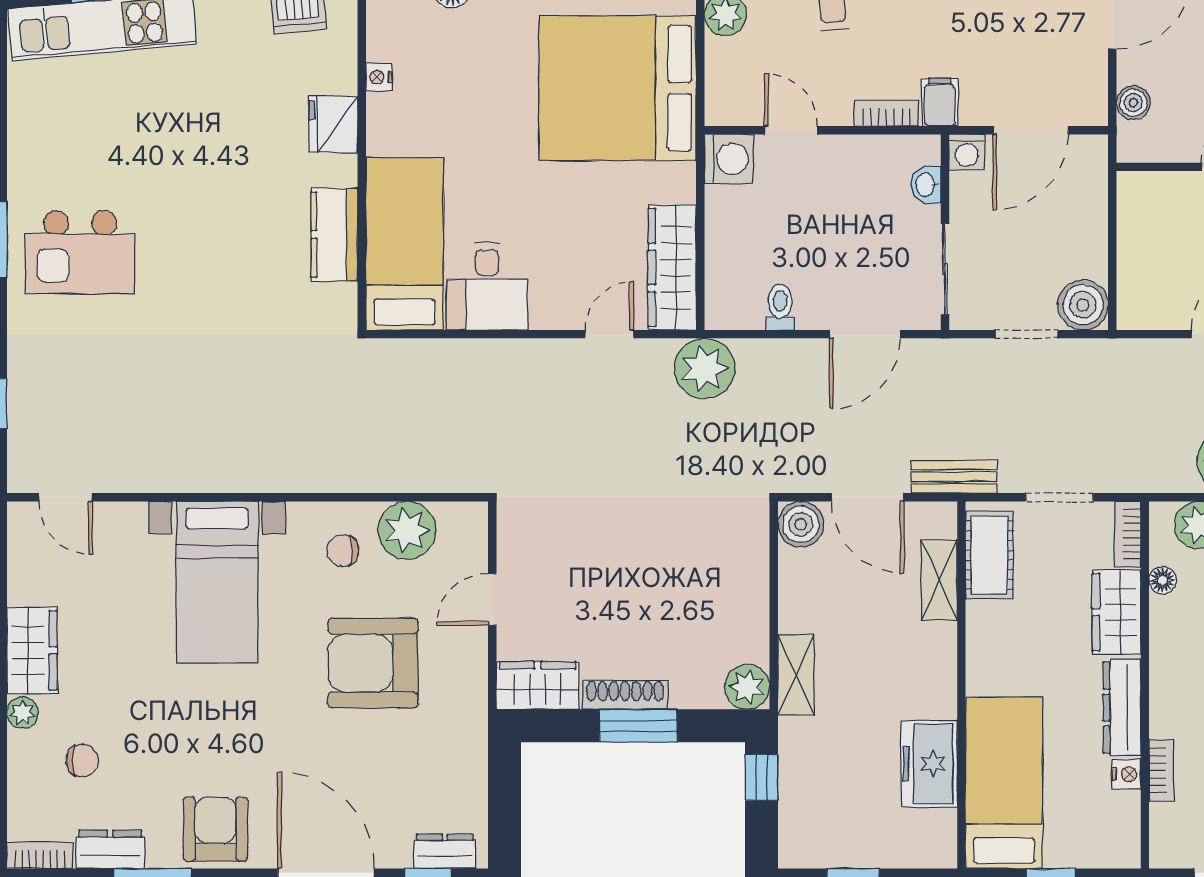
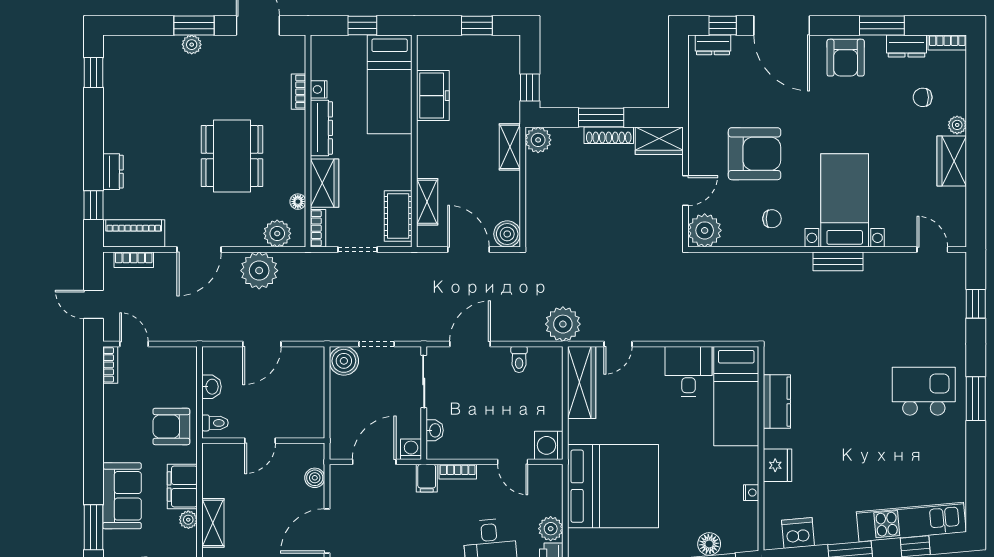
bench: (954, 477) -> (838, 261), moved
plant: (407, 530) -> (705, 230), moved

